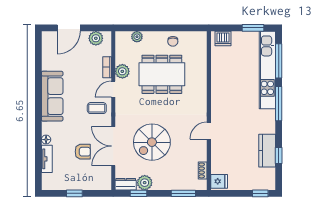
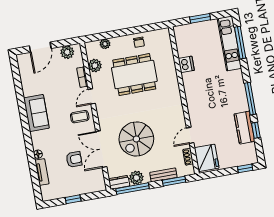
window: (253, 28) -> (200, 18), moved
dishwasher: (223, 38) -> (186, 64), moved, turned -90
kitchen unit: (267, 70) -> (229, 43), width x0.73
plant: (122, 71) -> (95, 66), moved
sofa: (52, 96) -> (36, 113), width x0.73
window: (279, 104) -> (250, 99), moved
door: (209, 131) -> (190, 135), moved
fridge: (219, 181) -> (207, 158), width x1.88, depth x1.34
bench: (173, 185) -> (163, 175), added
window: (139, 193) -> (132, 189), width x2.17

